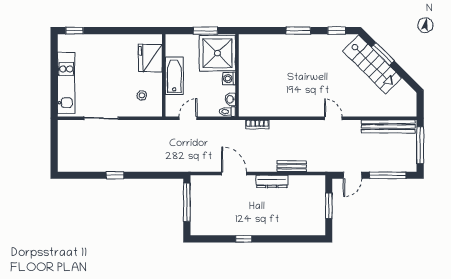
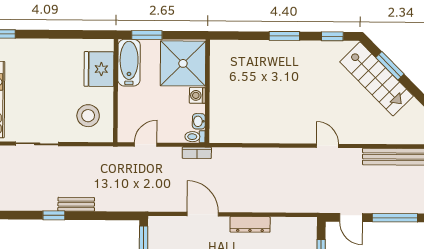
window: (205, 31) -> (147, 35), moved
bathtub: (174, 76) -> (129, 63), moved
stool: (142, 95) -> (88, 116), width x1.89, depth x1.89
bookcase: (257, 124) -> (197, 153), moved
bench: (292, 166) -> (76, 204), moved
door: (353, 175) -> (351, 217), hinge flipped

